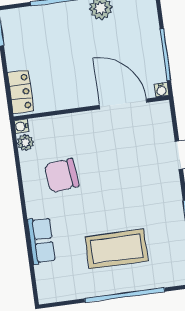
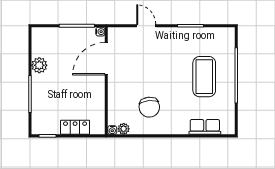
locker: (21, 92) -> (75, 127), moved
row of seats: (41, 241) -> (205, 127), moved

